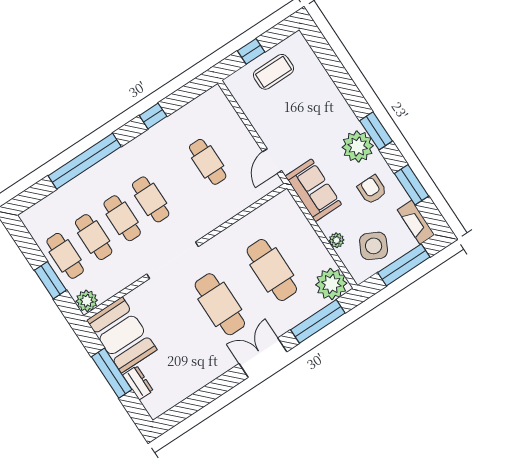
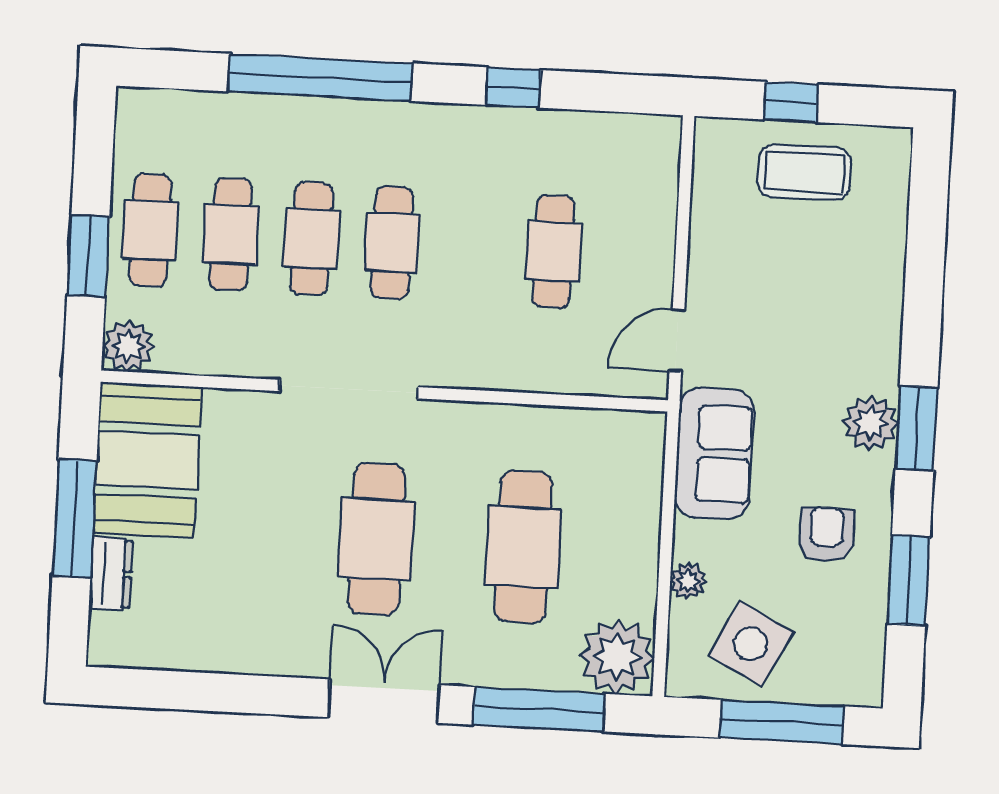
plant: (358, 147) -> (870, 423), width x0.73, depth x0.73
fireplace: (416, 222) -> (864, 658), removed

